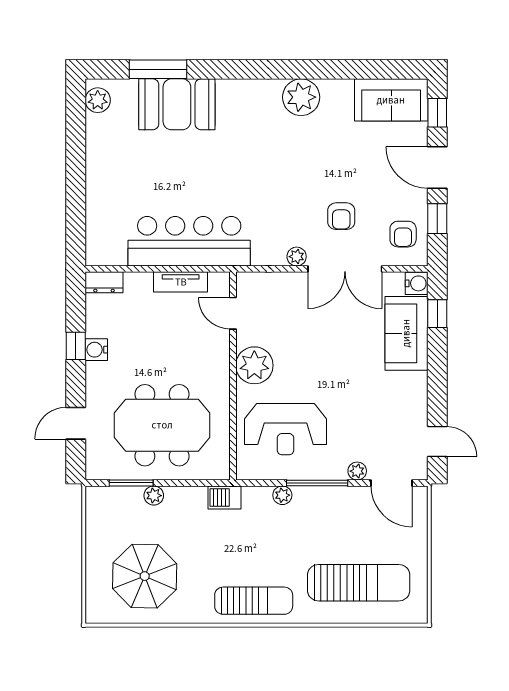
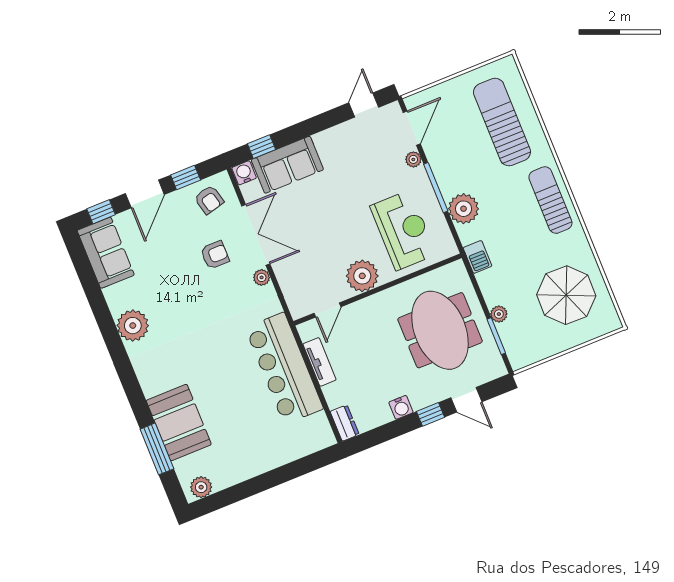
armchair: (403, 234) -> (209, 200), turned 76
window: (76, 346) -> (431, 414), moved
plant: (282, 495) -> (464, 209), width x1.88, depth x1.88

